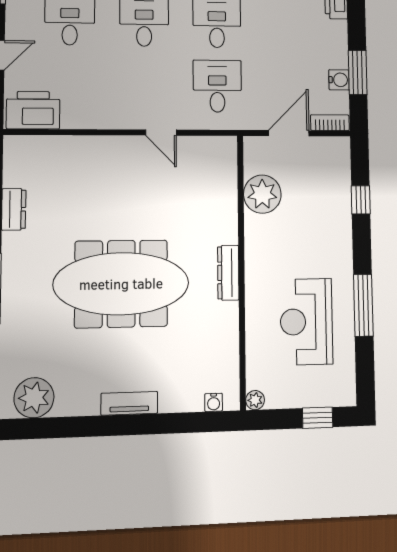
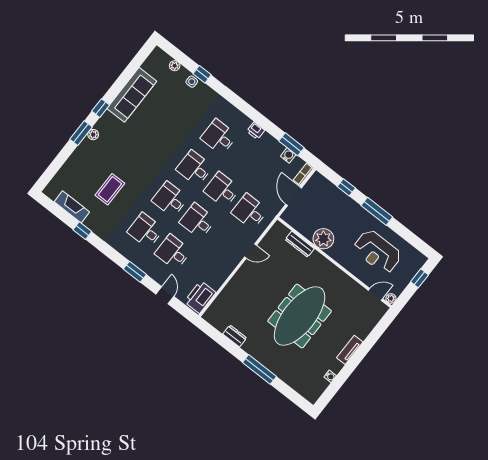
plant: (262, 194) -> (323, 239), moved
dresser: (228, 273) -> (300, 244), moved
window: (363, 305) -> (377, 211), moved
door: (243, 372) -> (376, 295), added
plant: (34, 398) -> (316, 385), removed
water cooler: (214, 402) -> (330, 376), moved

